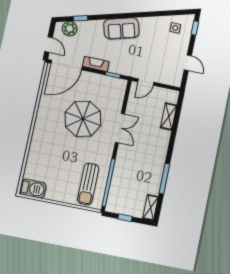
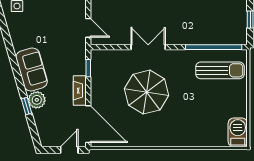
window: (81, 18) -> (26, 106), moved
plant: (70, 29) -> (37, 100), moved

